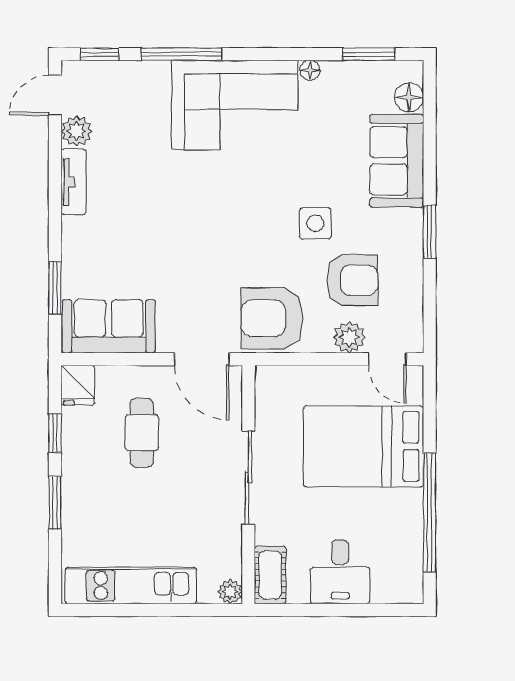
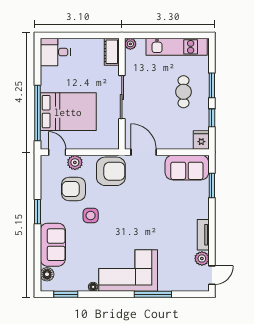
window: (100, 54) -> (191, 294), removed
cafe table: (142, 433) -> (183, 92), moved
window: (430, 512) -> (37, 113), moved
desk: (340, 572) -> (55, 52), moved, turned -90

